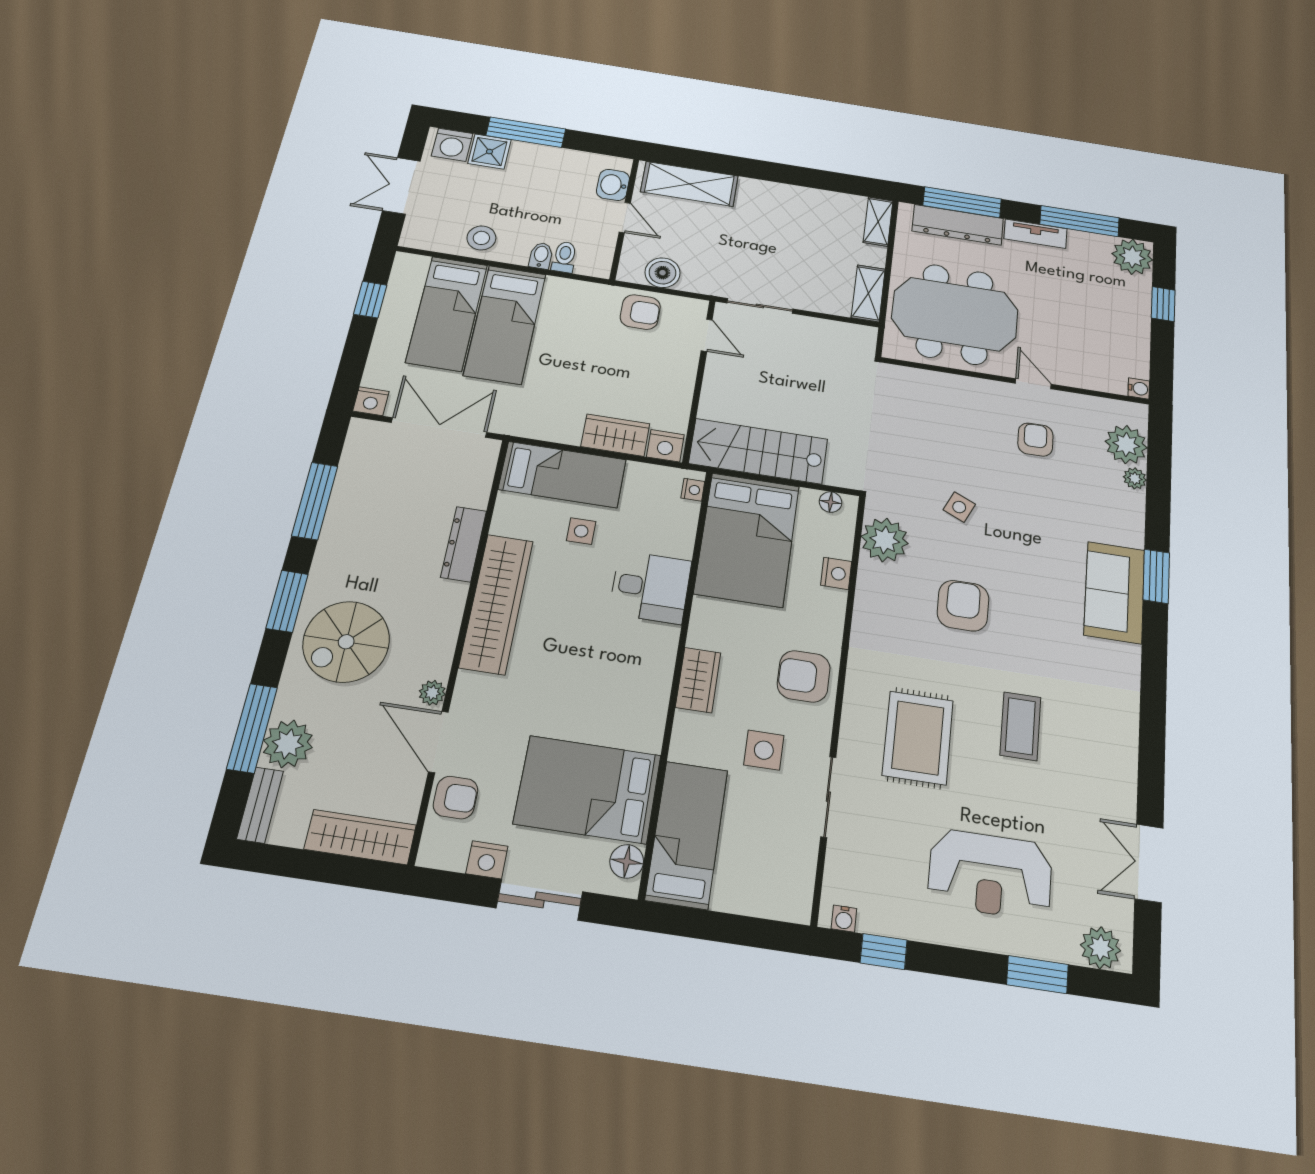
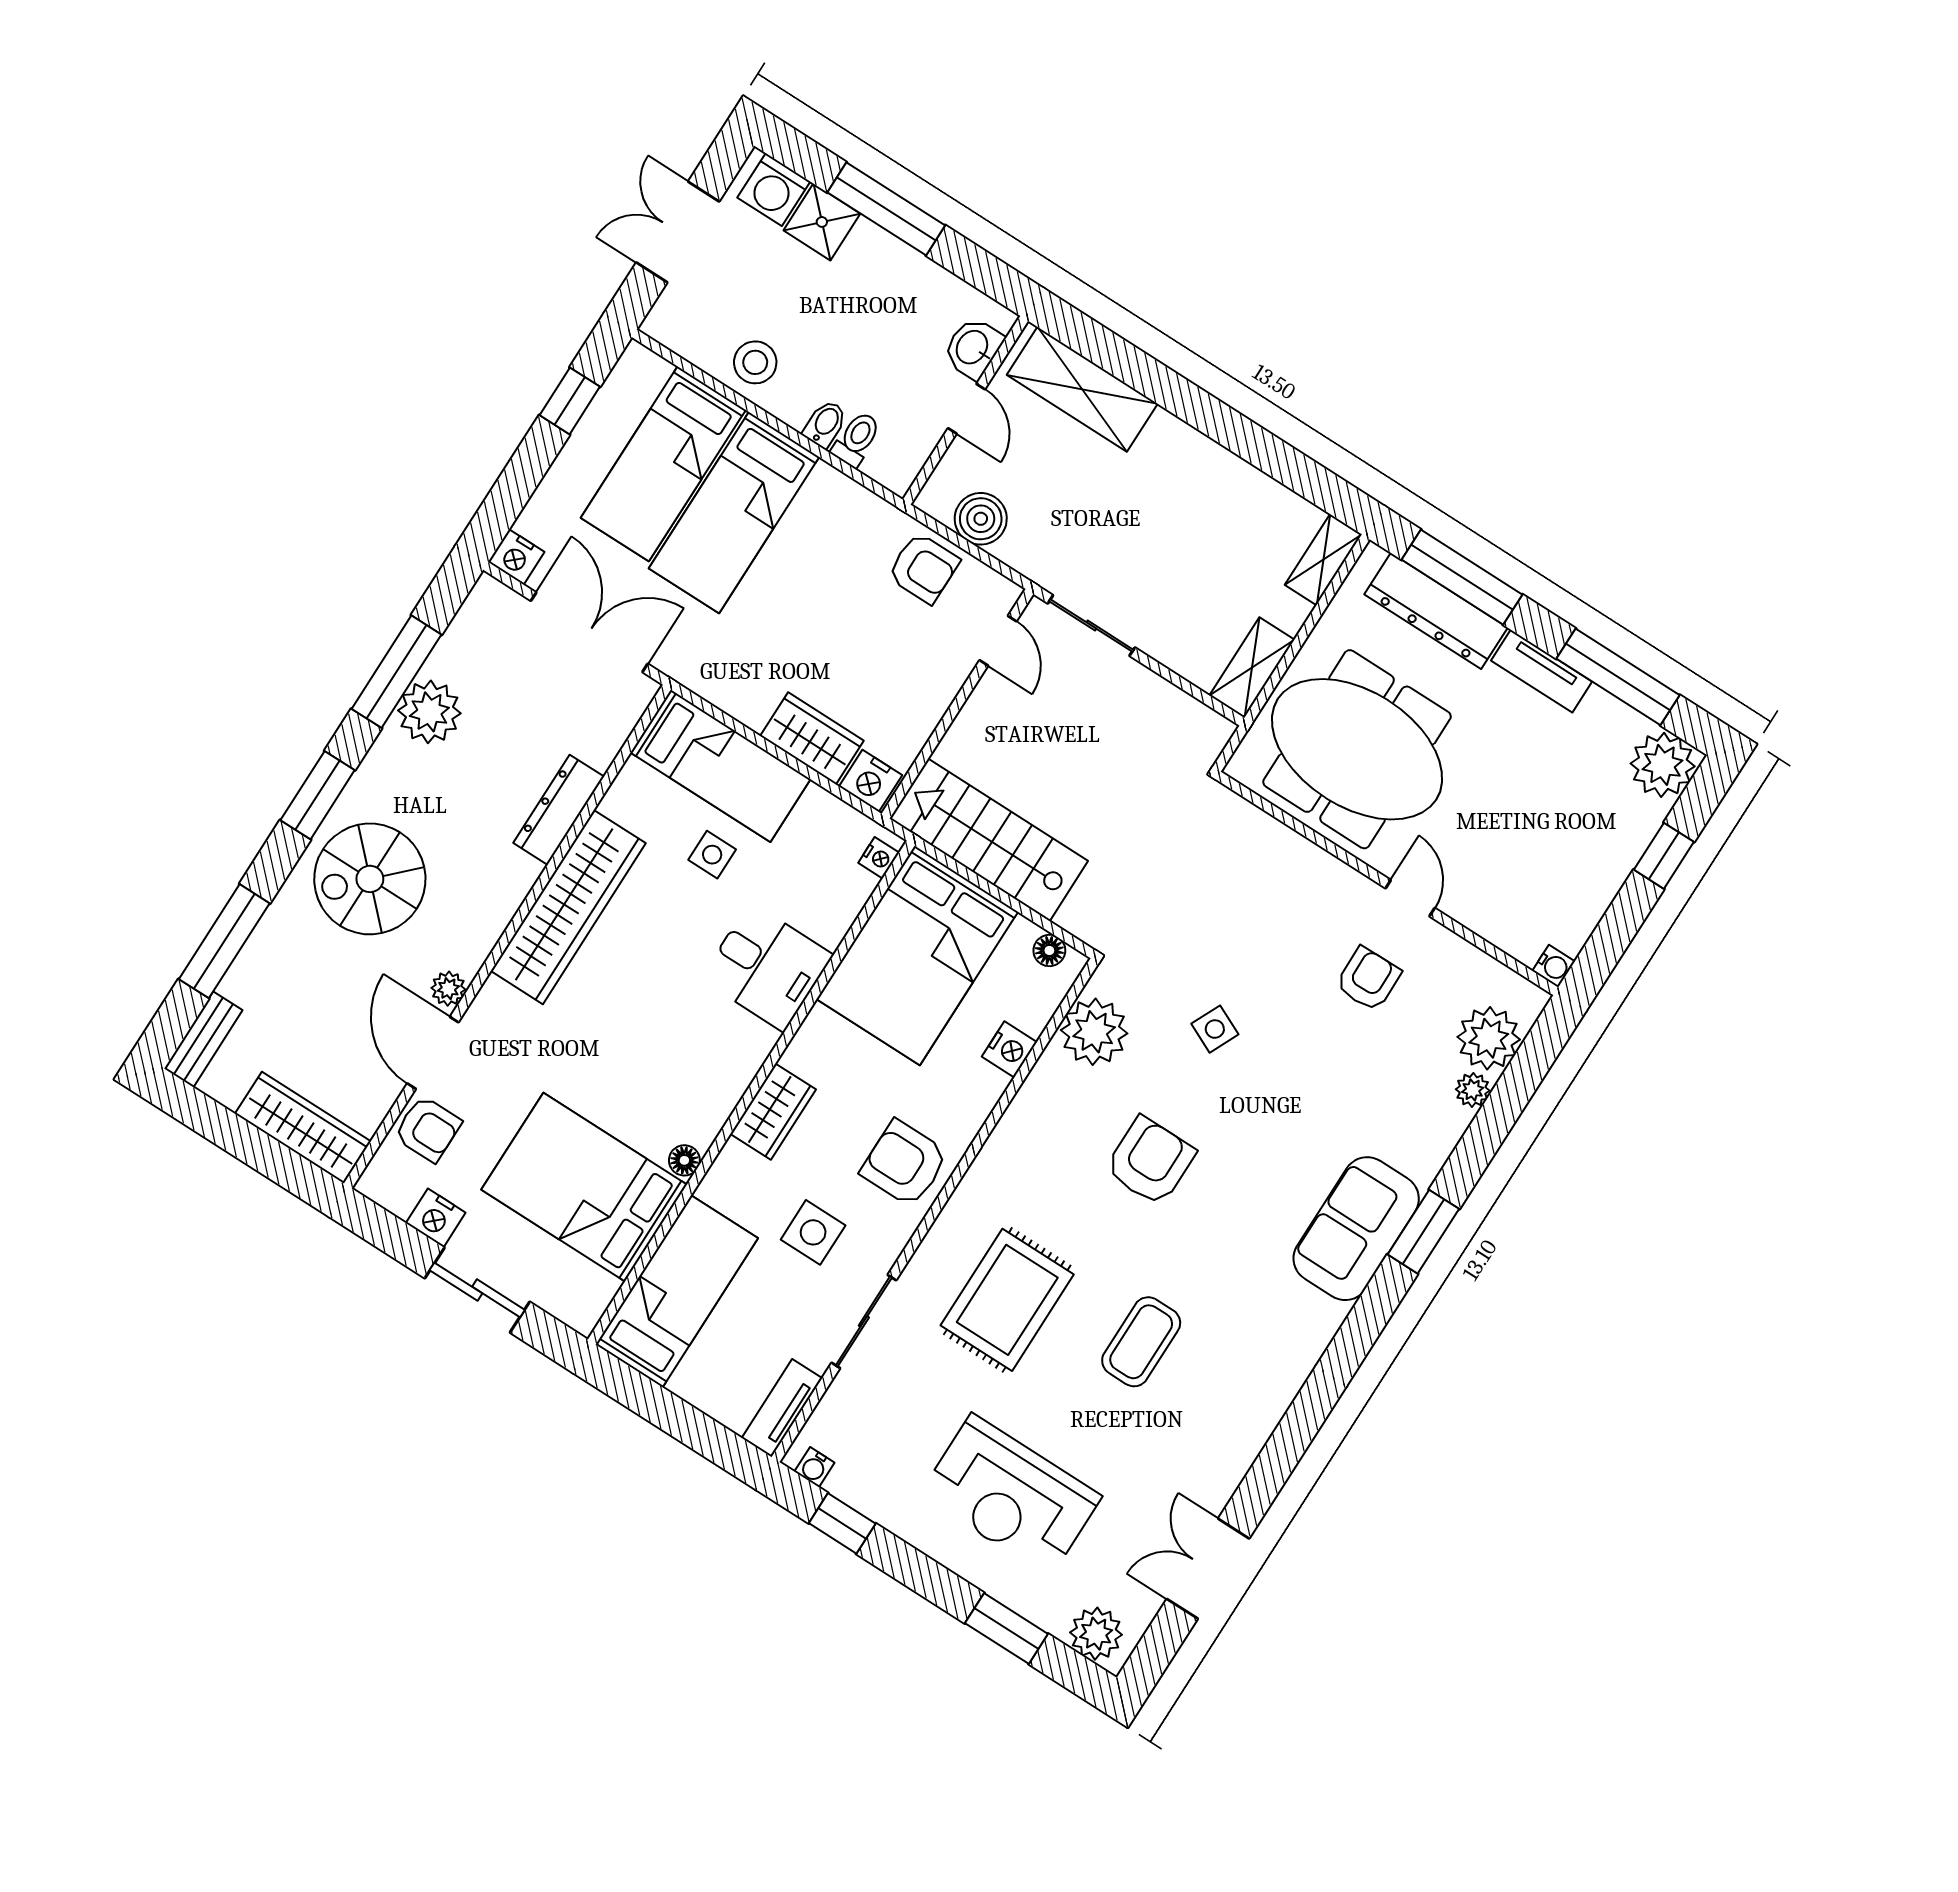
plant: (288, 744) -> (429, 712), moved
floor lamp: (627, 861) -> (684, 1160), moved, width x0.73, depth x0.73
tv unit: (800, 886) -> (782, 1408), added

